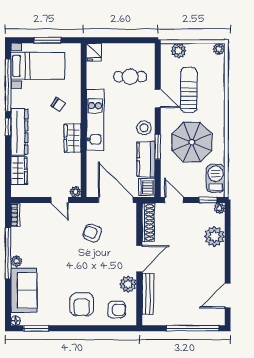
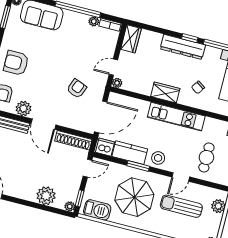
sun lounger: (189, 90) -> (181, 206), turned 180
wardrobe: (19, 171) -> (131, 39), moved, turned -90
plant: (16, 261) -> (94, 21), moved

